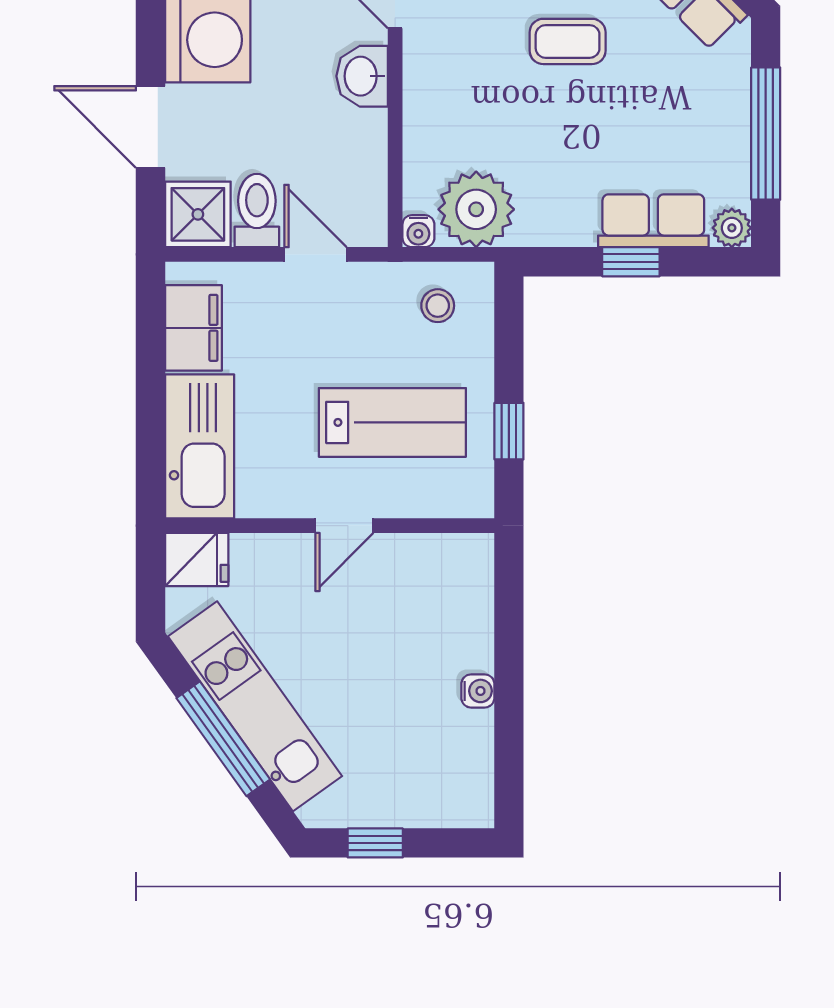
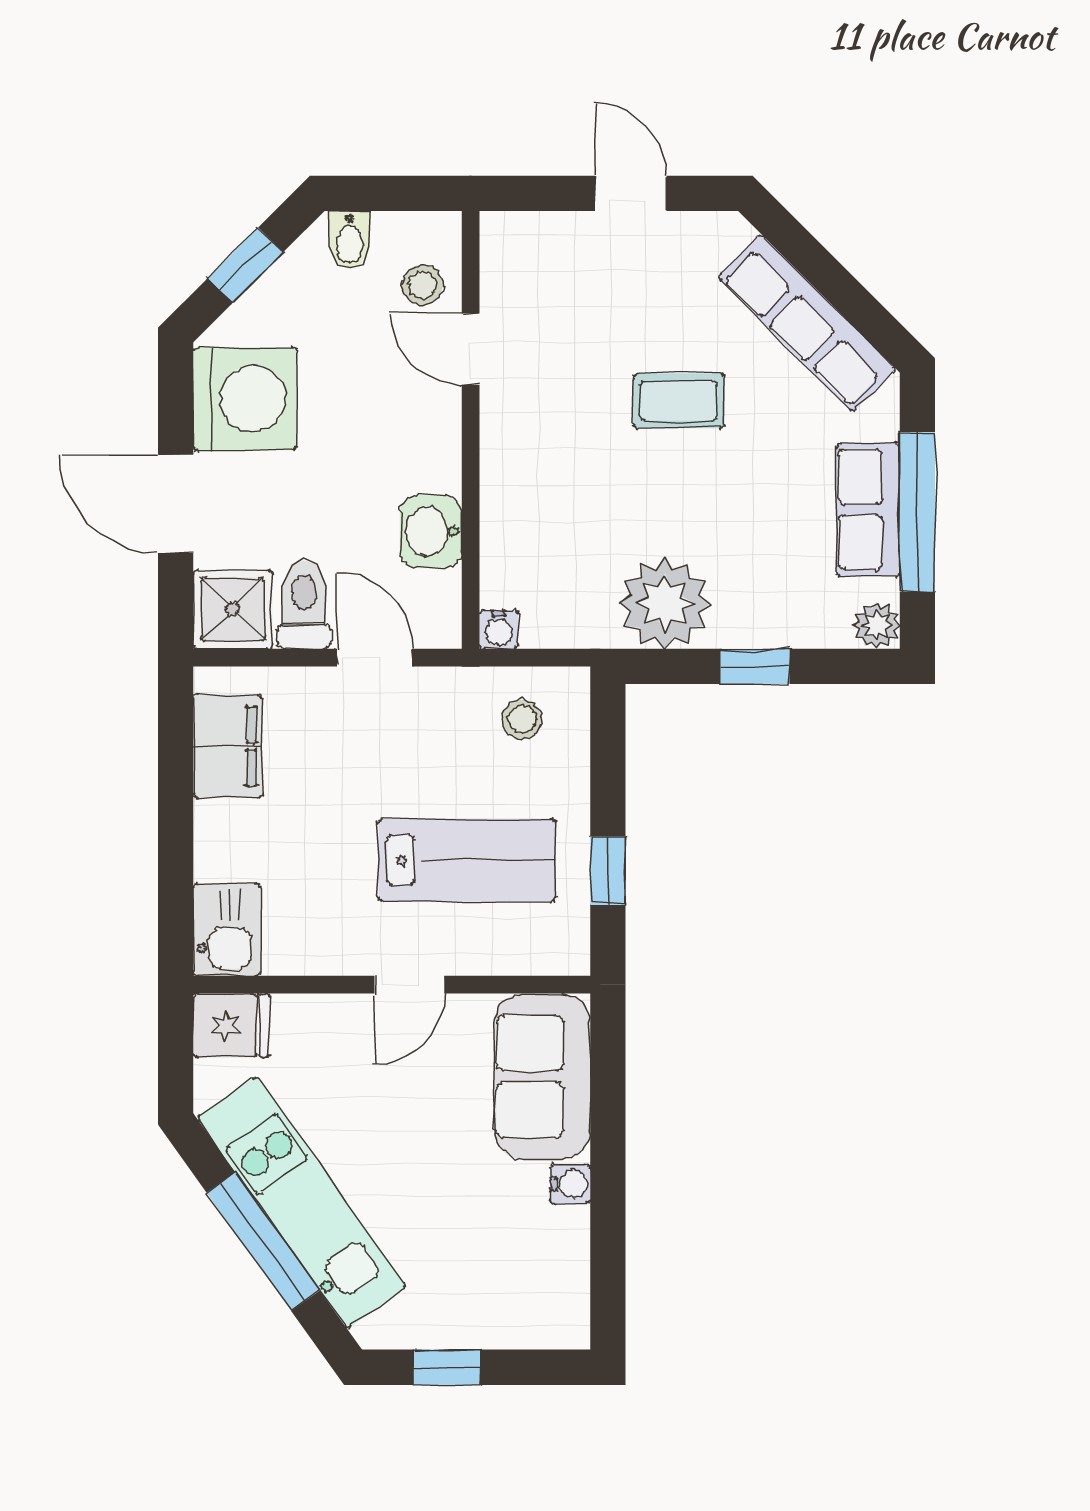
washbasin: (362, 76) -> (431, 531), moved
plant: (476, 209) -> (665, 603), moved
row of seats: (653, 221) -> (868, 510), moved, turned -90
kitchen sink: (200, 446) -> (227, 930), width x0.53, depth x0.81
sofa: (455, 602) -> (542, 1076), added

